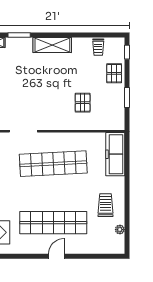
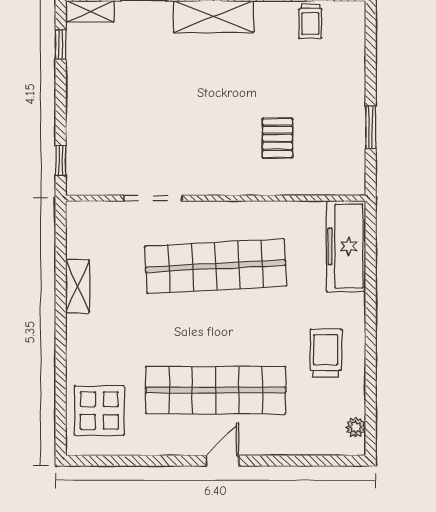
window: (127, 52) -> (371, 32), removed
pallet: (114, 73) -> (344, 76), removed
plant: (120, 230) -> (356, 427), moved

